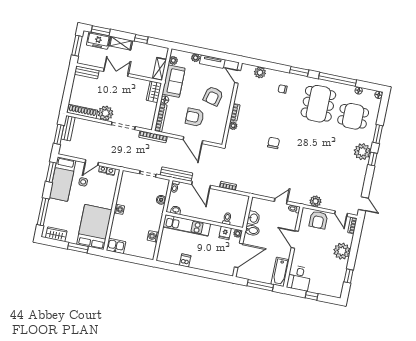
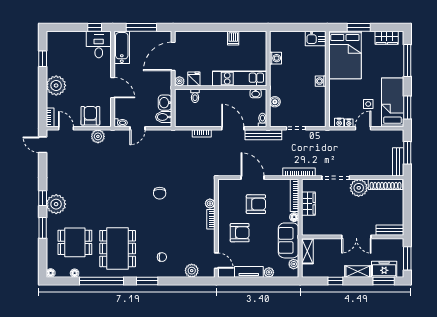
wardrobe: (154, 92) -> (308, 204), moved
armchair: (213, 96) -> (240, 233), turned 76
bidet: (252, 230) -> (164, 117), moved
window: (312, 296) -> (95, 27), moved

